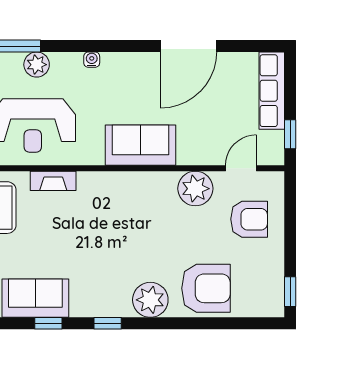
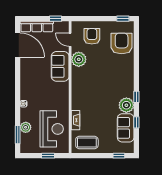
door: (188, 46) -> (18, 45), moved
sofa: (140, 145) -> (60, 66), moved
armchair: (206, 288) -> (122, 43), moved
plant: (150, 300) -> (126, 105), moved

